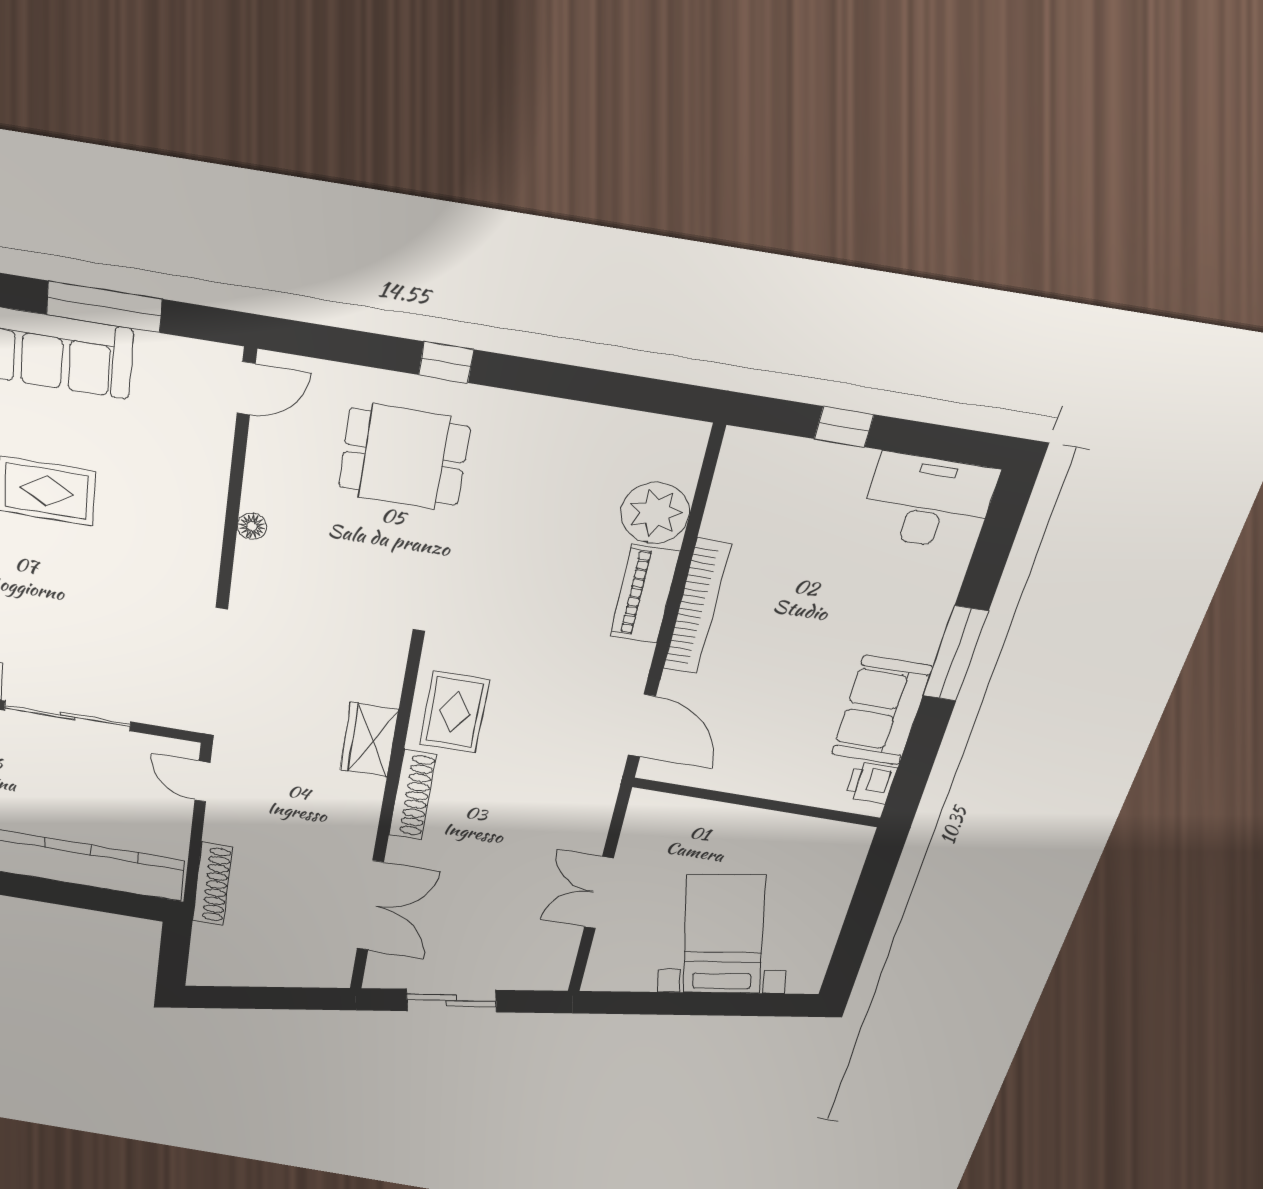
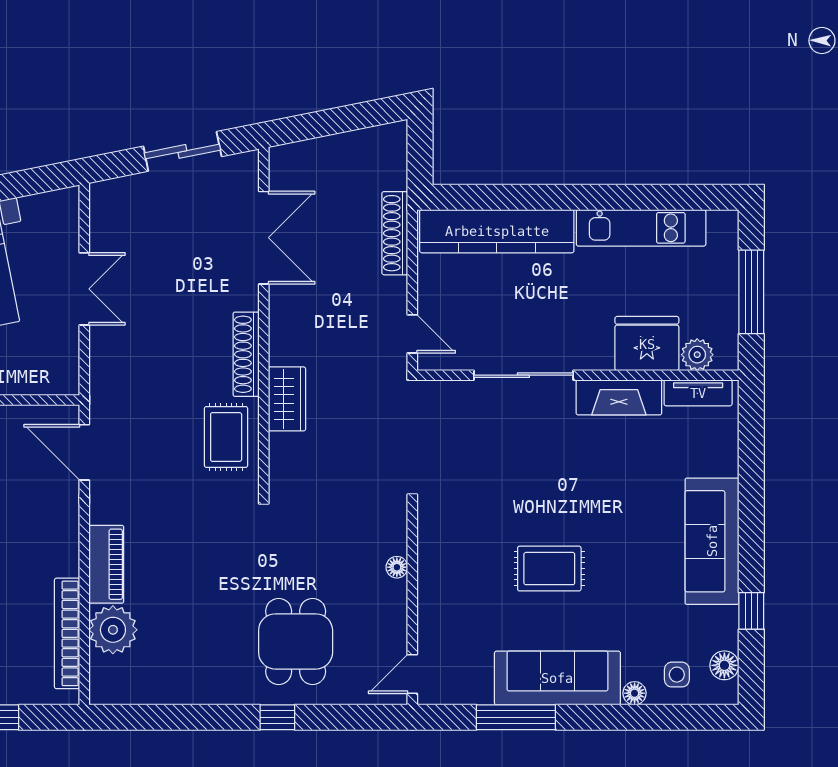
dining table: (404, 457) -> (296, 641), turned 90
bookcase: (697, 607) -> (67, 633), moved
double door: (370, 906) -> (264, 238), swing flipped

